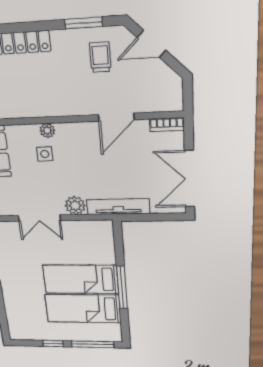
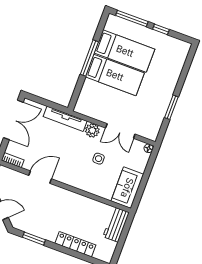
trolley: (100, 57) -> (33, 216), removed
plant: (47, 131) -> (86, 186), removed
side table: (45, 154) -> (99, 159), moved
double door: (39, 218) -> (120, 131), swing flipped

